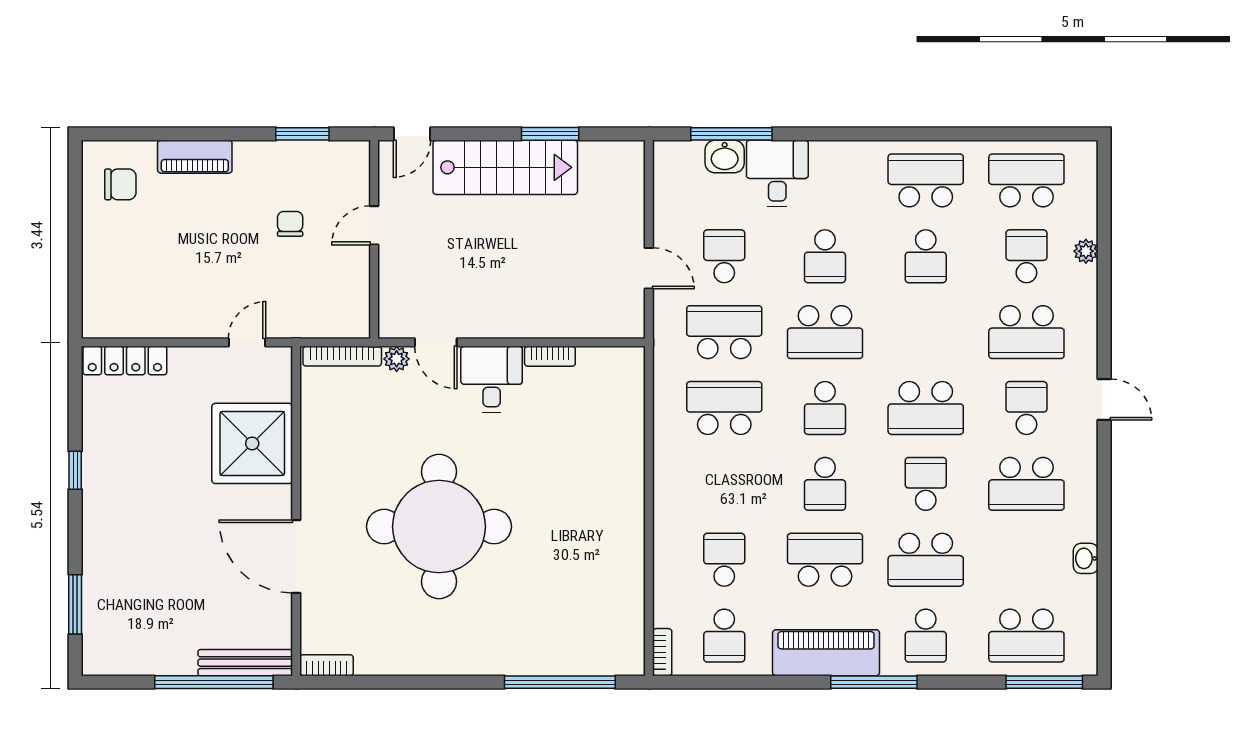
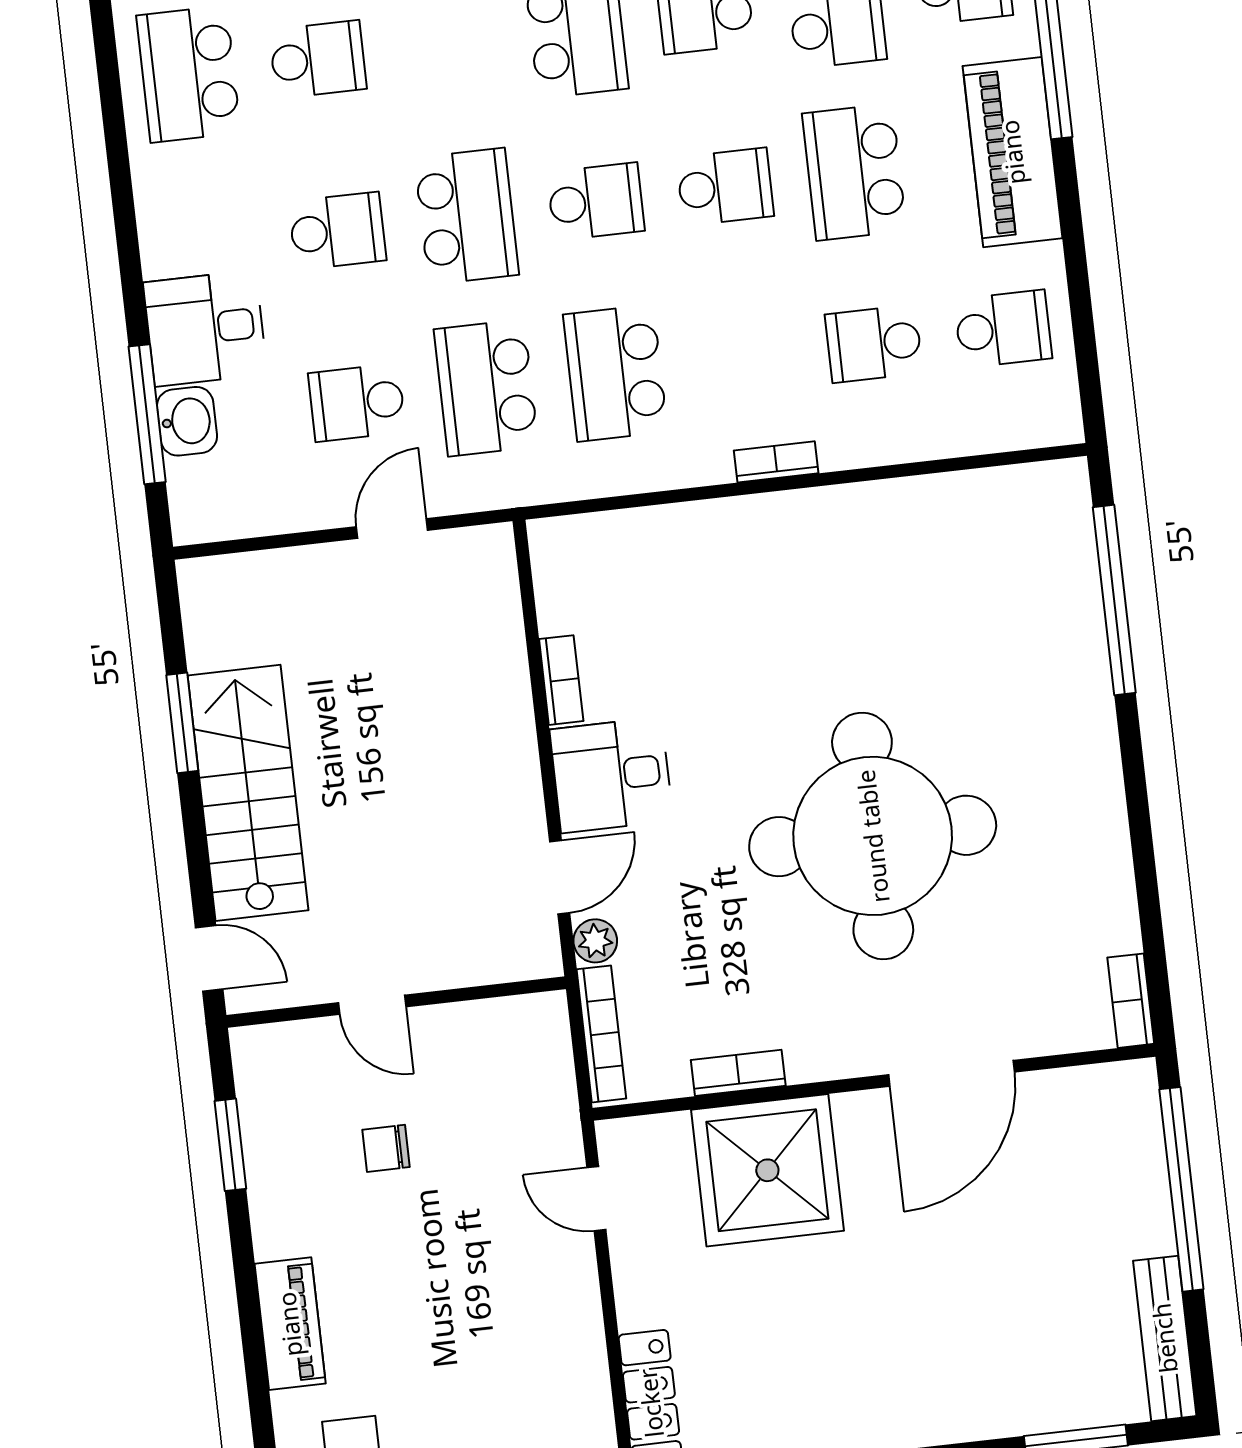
bookcase: (311, 433) -> (738, 1073), added
bookcase: (662, 652) -> (776, 462), moved
bench: (245, 663) -> (1165, 1338), moved

